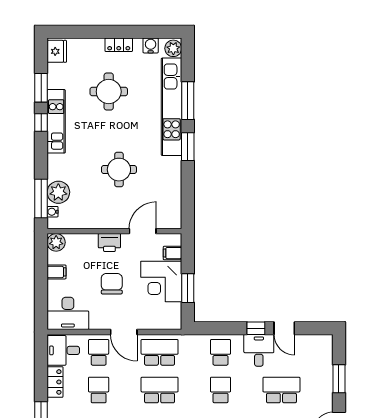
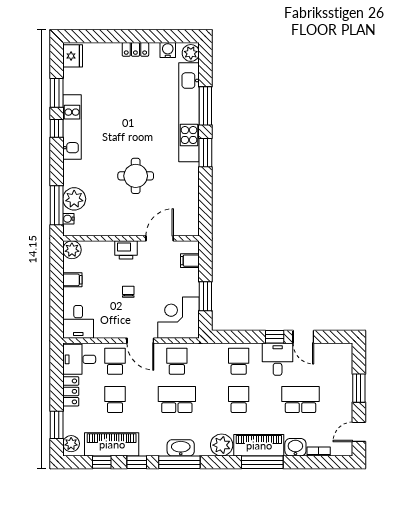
round table: (109, 92) -> (125, 97), removed
corner desk: (161, 282) -> (179, 318), moved, turned 90
chair: (112, 284) -> (128, 292), width x0.54, depth x0.54
desk: (68, 313) -> (78, 322), width x0.73
school desk: (160, 352) -> (177, 361), width x0.54

